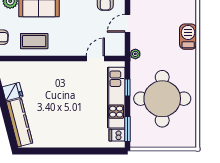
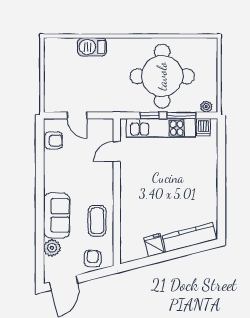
plant: (135, 54) -> (206, 107), moved
door: (95, 59) -> (117, 152), hinge flipped
window: (127, 129) -> (181, 115), moved

